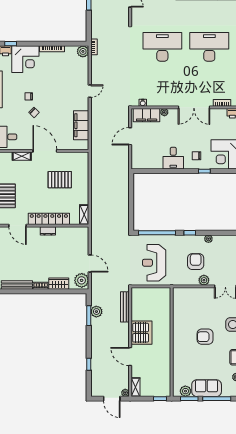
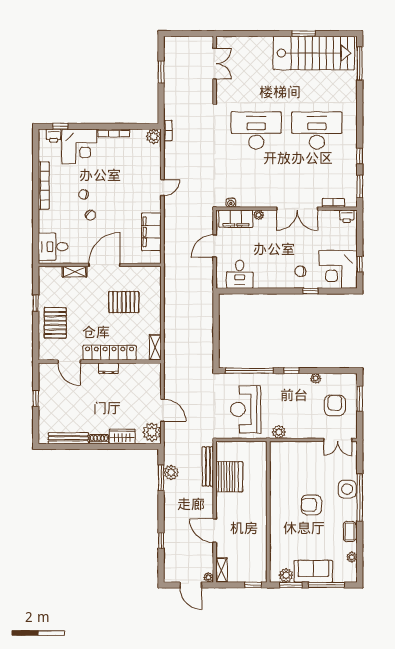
door: (45, 151) -> (104, 265), hinge flipped
desk: (173, 158) -> (240, 274), moved
armchair: (196, 262) -> (335, 405), moved
plant: (204, 280) -> (279, 432), moved
server rack: (142, 333) -> (229, 477), moved

